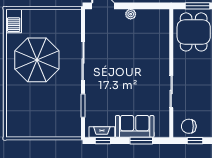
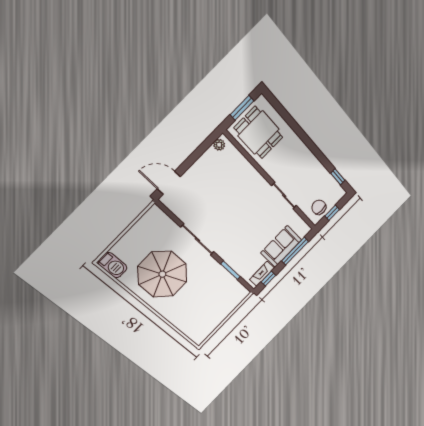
plant: (131, 14) -> (219, 145), moved
chair: (189, 126) -> (319, 207), turned 90
window: (141, 141) -> (295, 251), width x1.44

